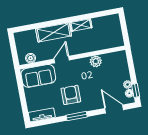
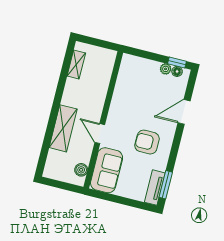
shelving: (81, 25) -> (76, 65), moved
plant: (96, 61) -> (121, 94), removed
door: (114, 109) -> (184, 112), moved
window: (77, 116) -> (166, 185), moved

